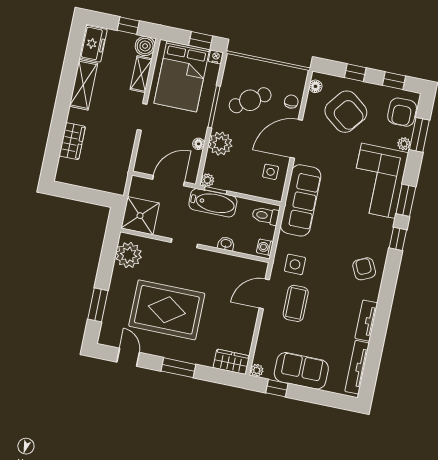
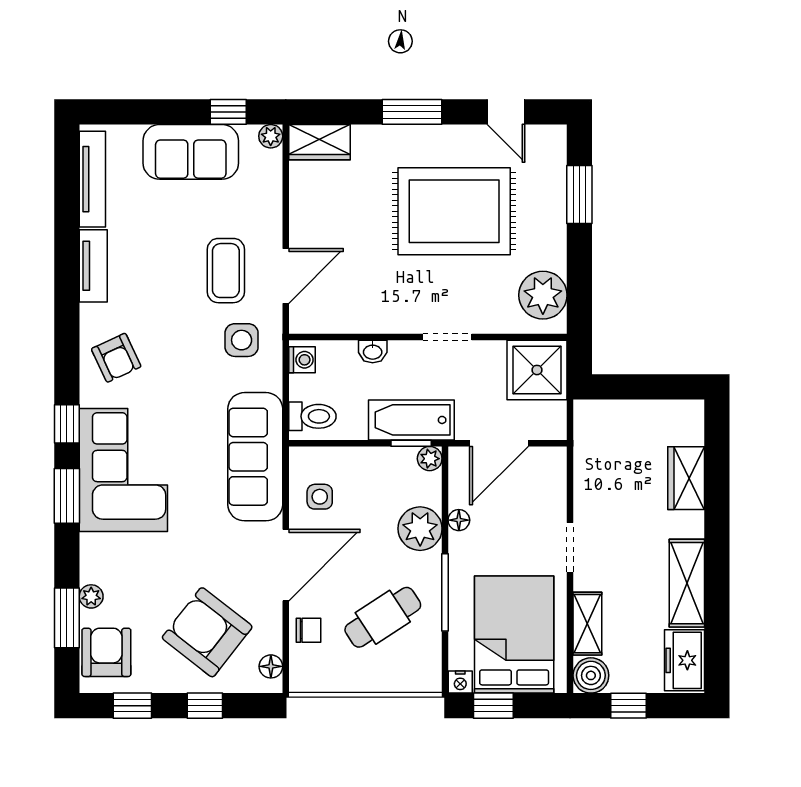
chair: (291, 102) -> (309, 630), turned -90
corner sofa: (378, 181) -> (123, 470), moved

